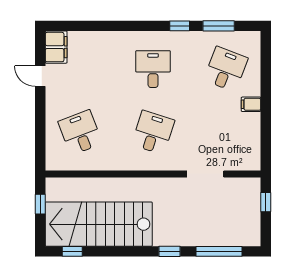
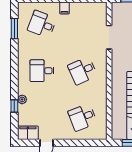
window: (180, 26) -> (14, 106), moved
plant: (108, 38) -> (22, 99), added
desk: (153, 132) -> (83, 71), turned -42

